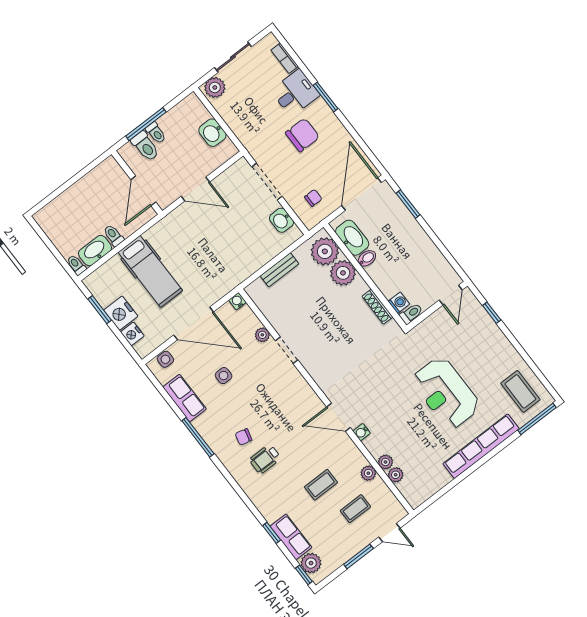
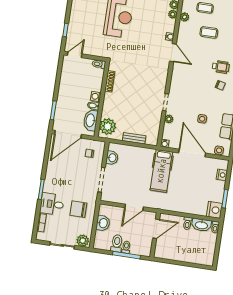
chair: (302, 135) -> (78, 209), moved
toilet: (145, 146) -> (117, 243), moved
door: (195, 189) -> (134, 207), swing flipped
hospital bed: (150, 271) -> (161, 171), moved, turned 180
plant: (343, 273) -> (109, 110), removed
washing machine: (399, 303) -> (96, 96), moved
nightstand: (121, 313) -> (214, 210), moved

